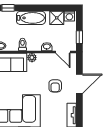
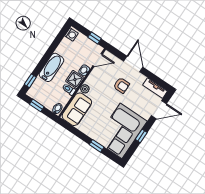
shower: (57, 18) -> (75, 79), moved

